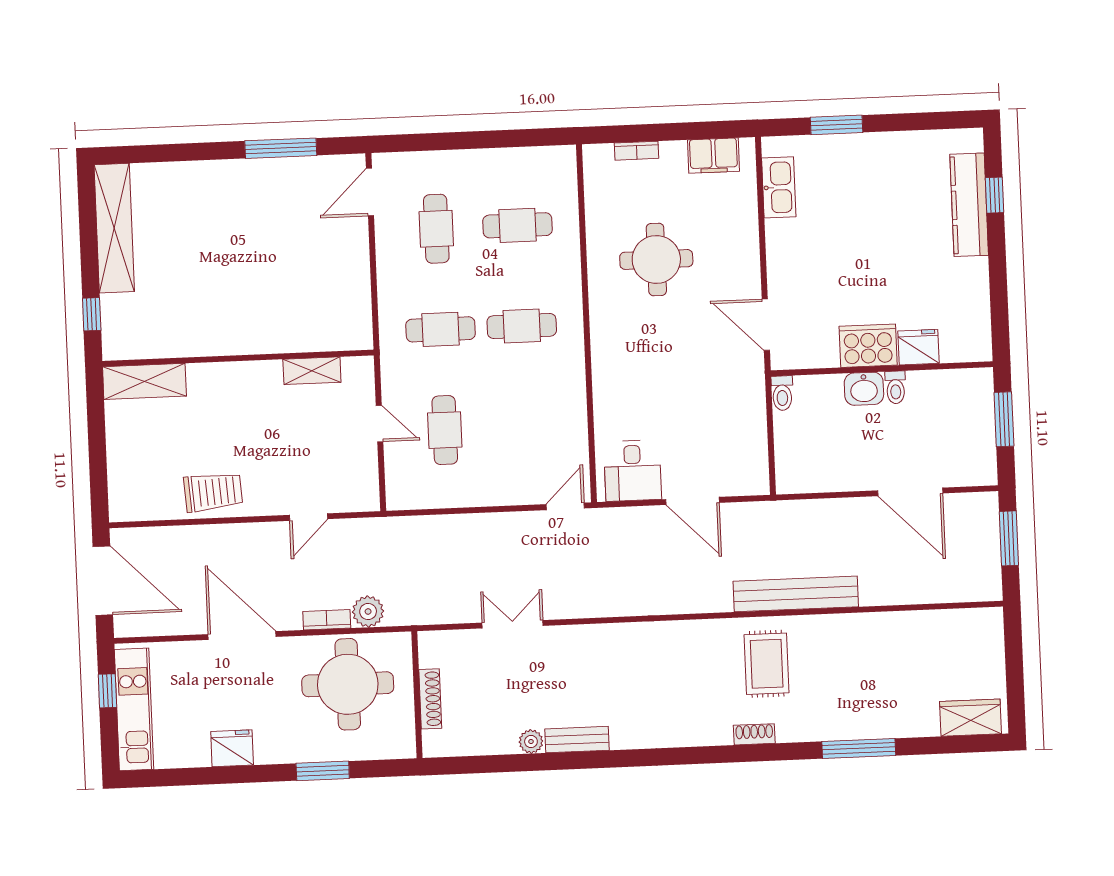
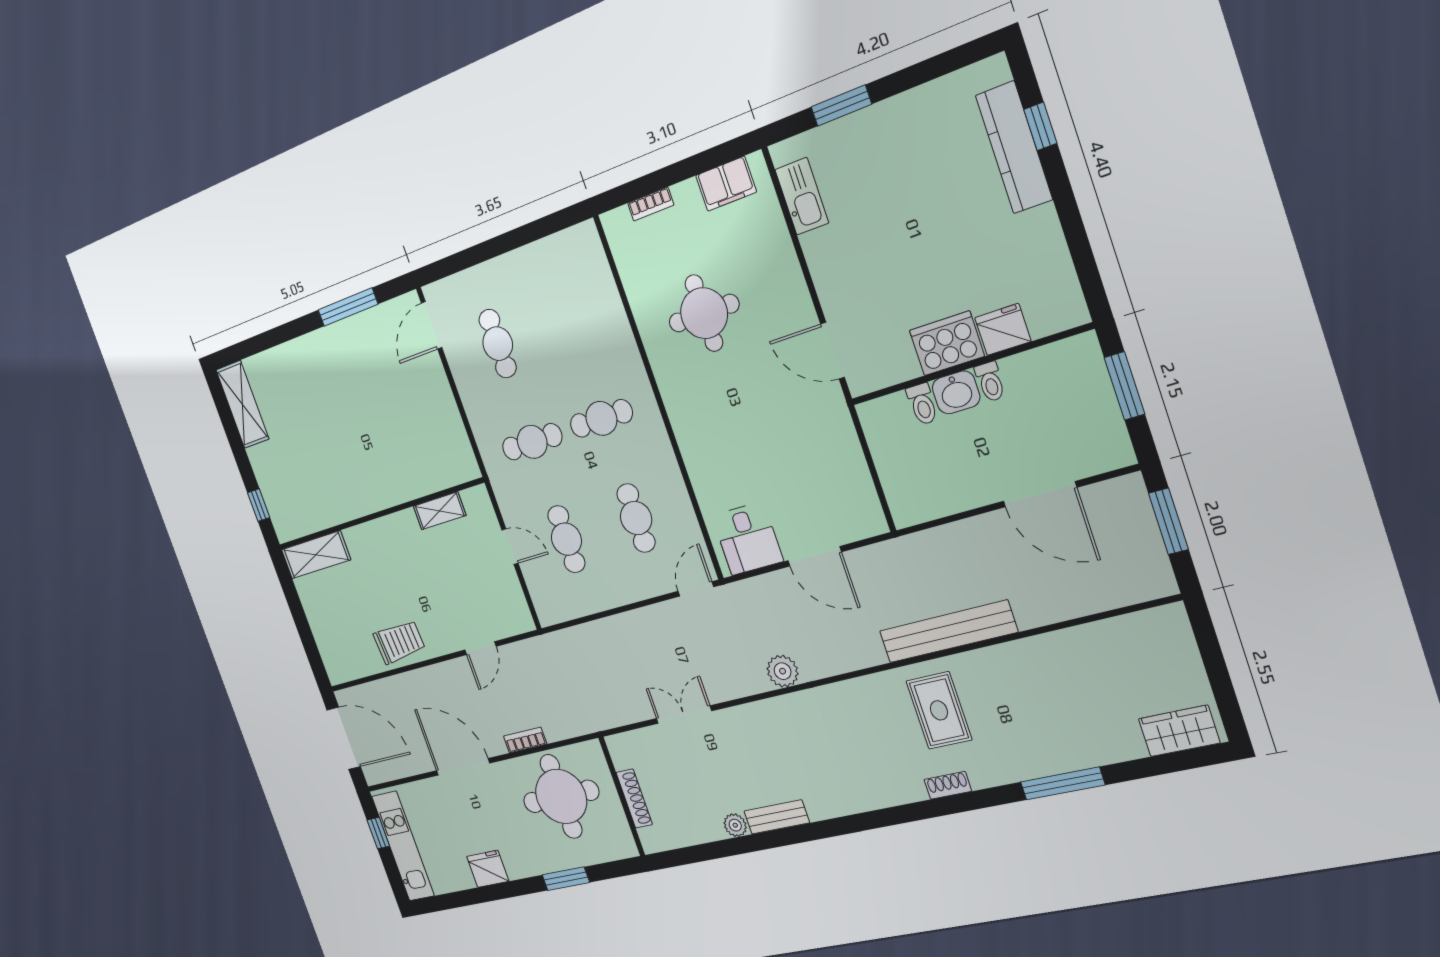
cafe table: (518, 225) -> (636, 518), moved, turned 90
shelving: (114, 228) -> (242, 404), width x0.68
toilet: (782, 393) -> (922, 404), moved
plant: (368, 611) -> (783, 671), moved

